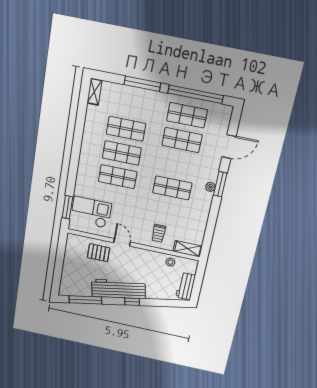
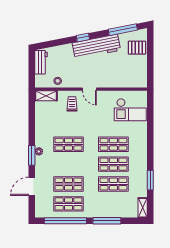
window: (67, 207) -> (150, 180), moved
door: (122, 242) -> (89, 89), moved
pallet: (99, 253) -> (137, 48), moved

